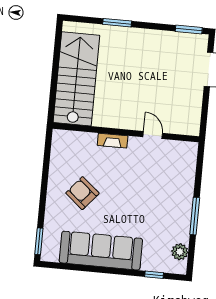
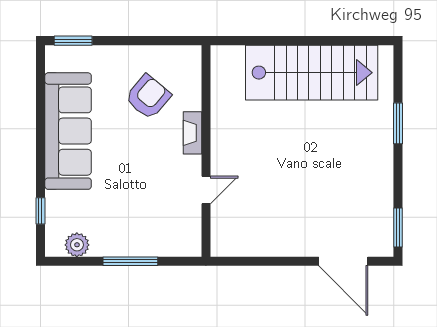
wall: (126, 132) -> (206, 151), moved
door: (153, 135) -> (206, 190), moved
fireplace: (113, 141) -> (192, 133), moved

